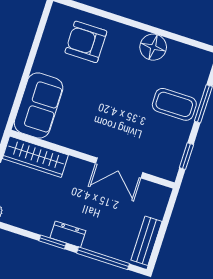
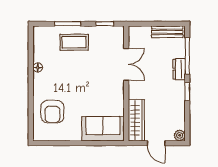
floor lamp: (153, 47) -> (38, 68), width x0.53, depth x0.53
coffee table: (174, 104) -> (74, 42), turned 90
dresser: (68, 234) -> (179, 69), moved

